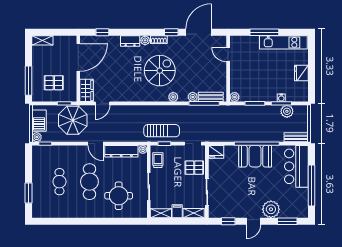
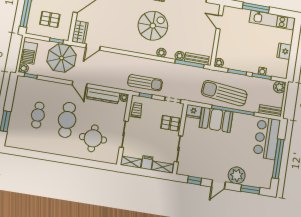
plant: (287, 111) -> (279, 87), moved
sun lounger: (245, 128) -> (224, 93), added
booth: (255, 156) -> (216, 120), moved

